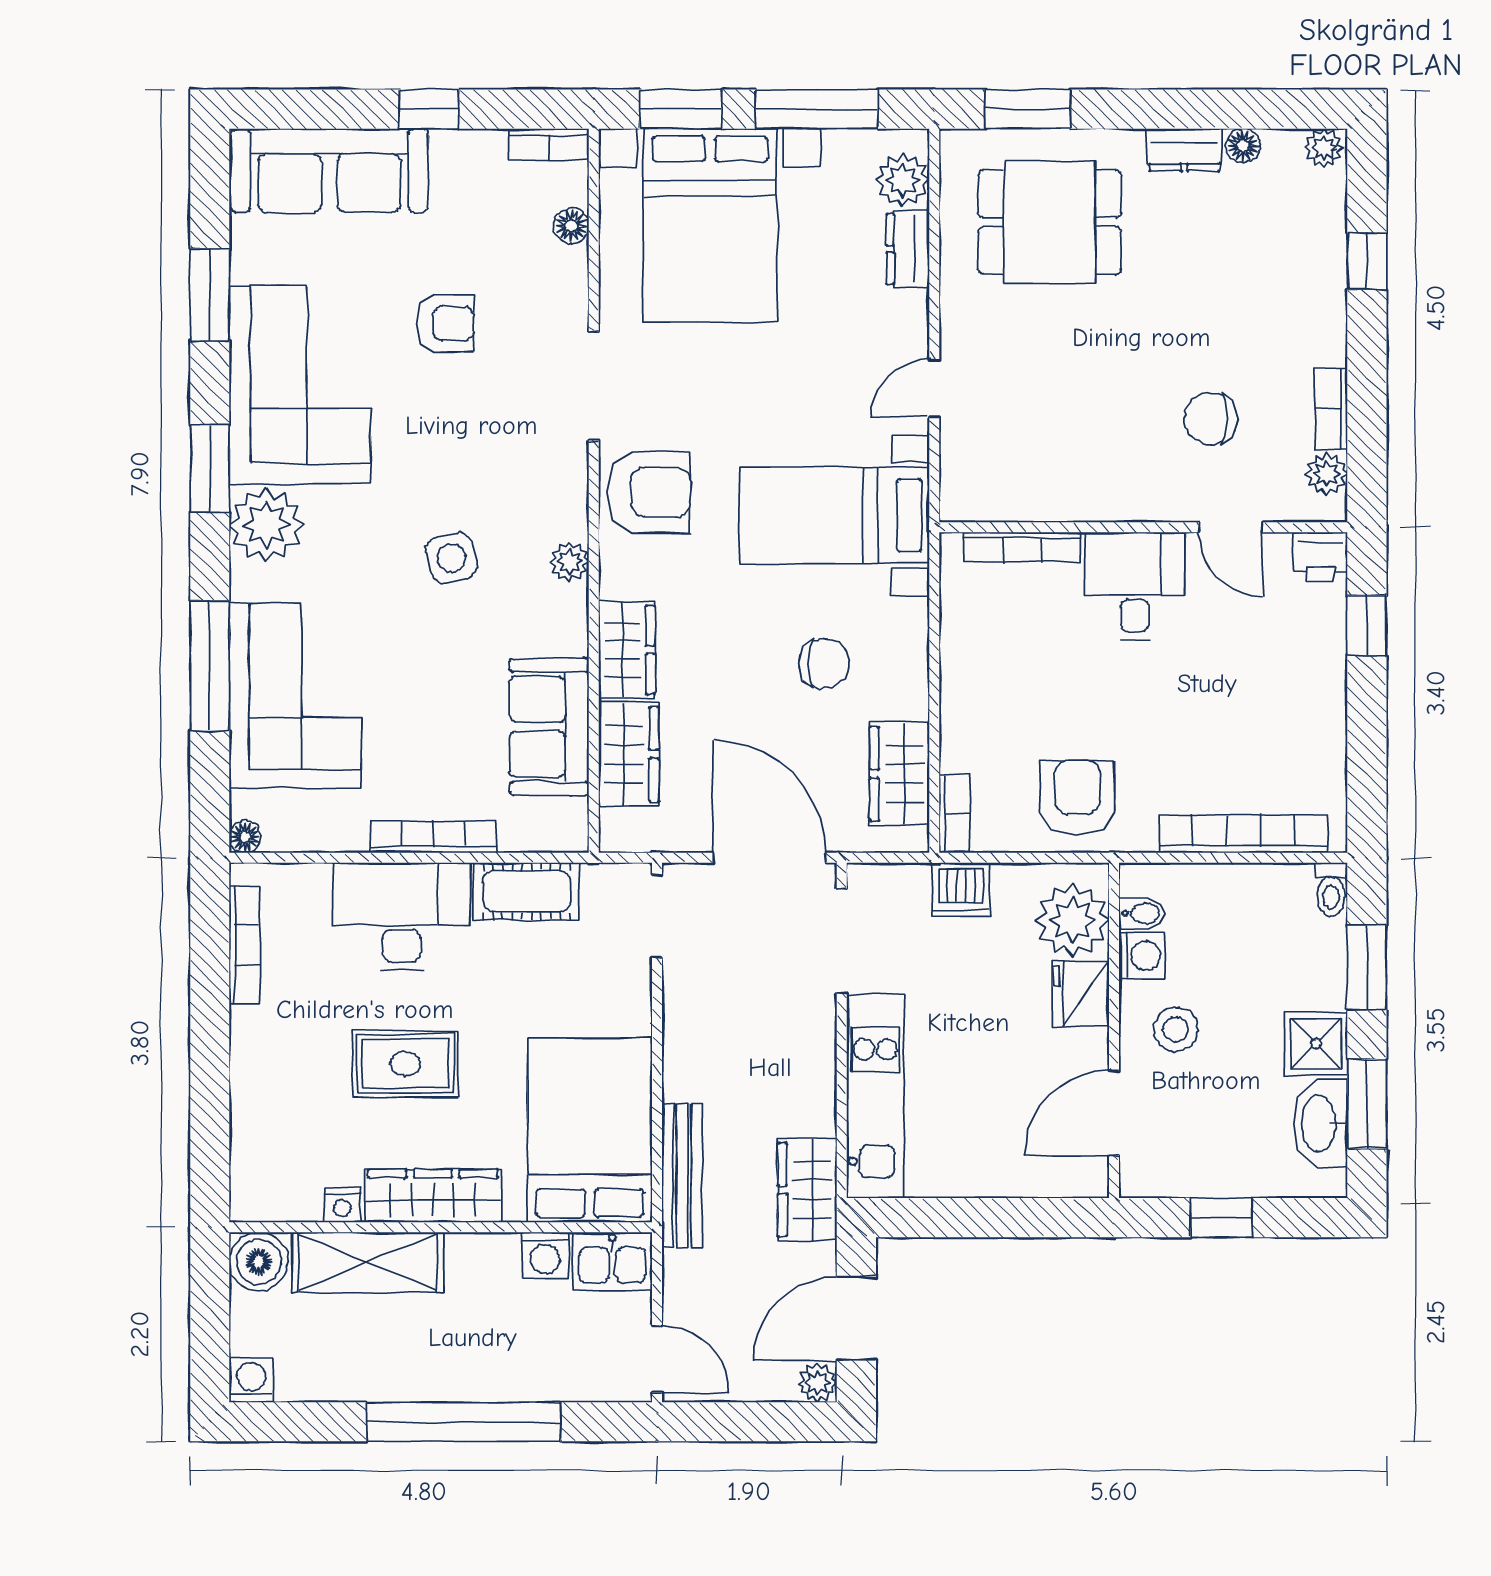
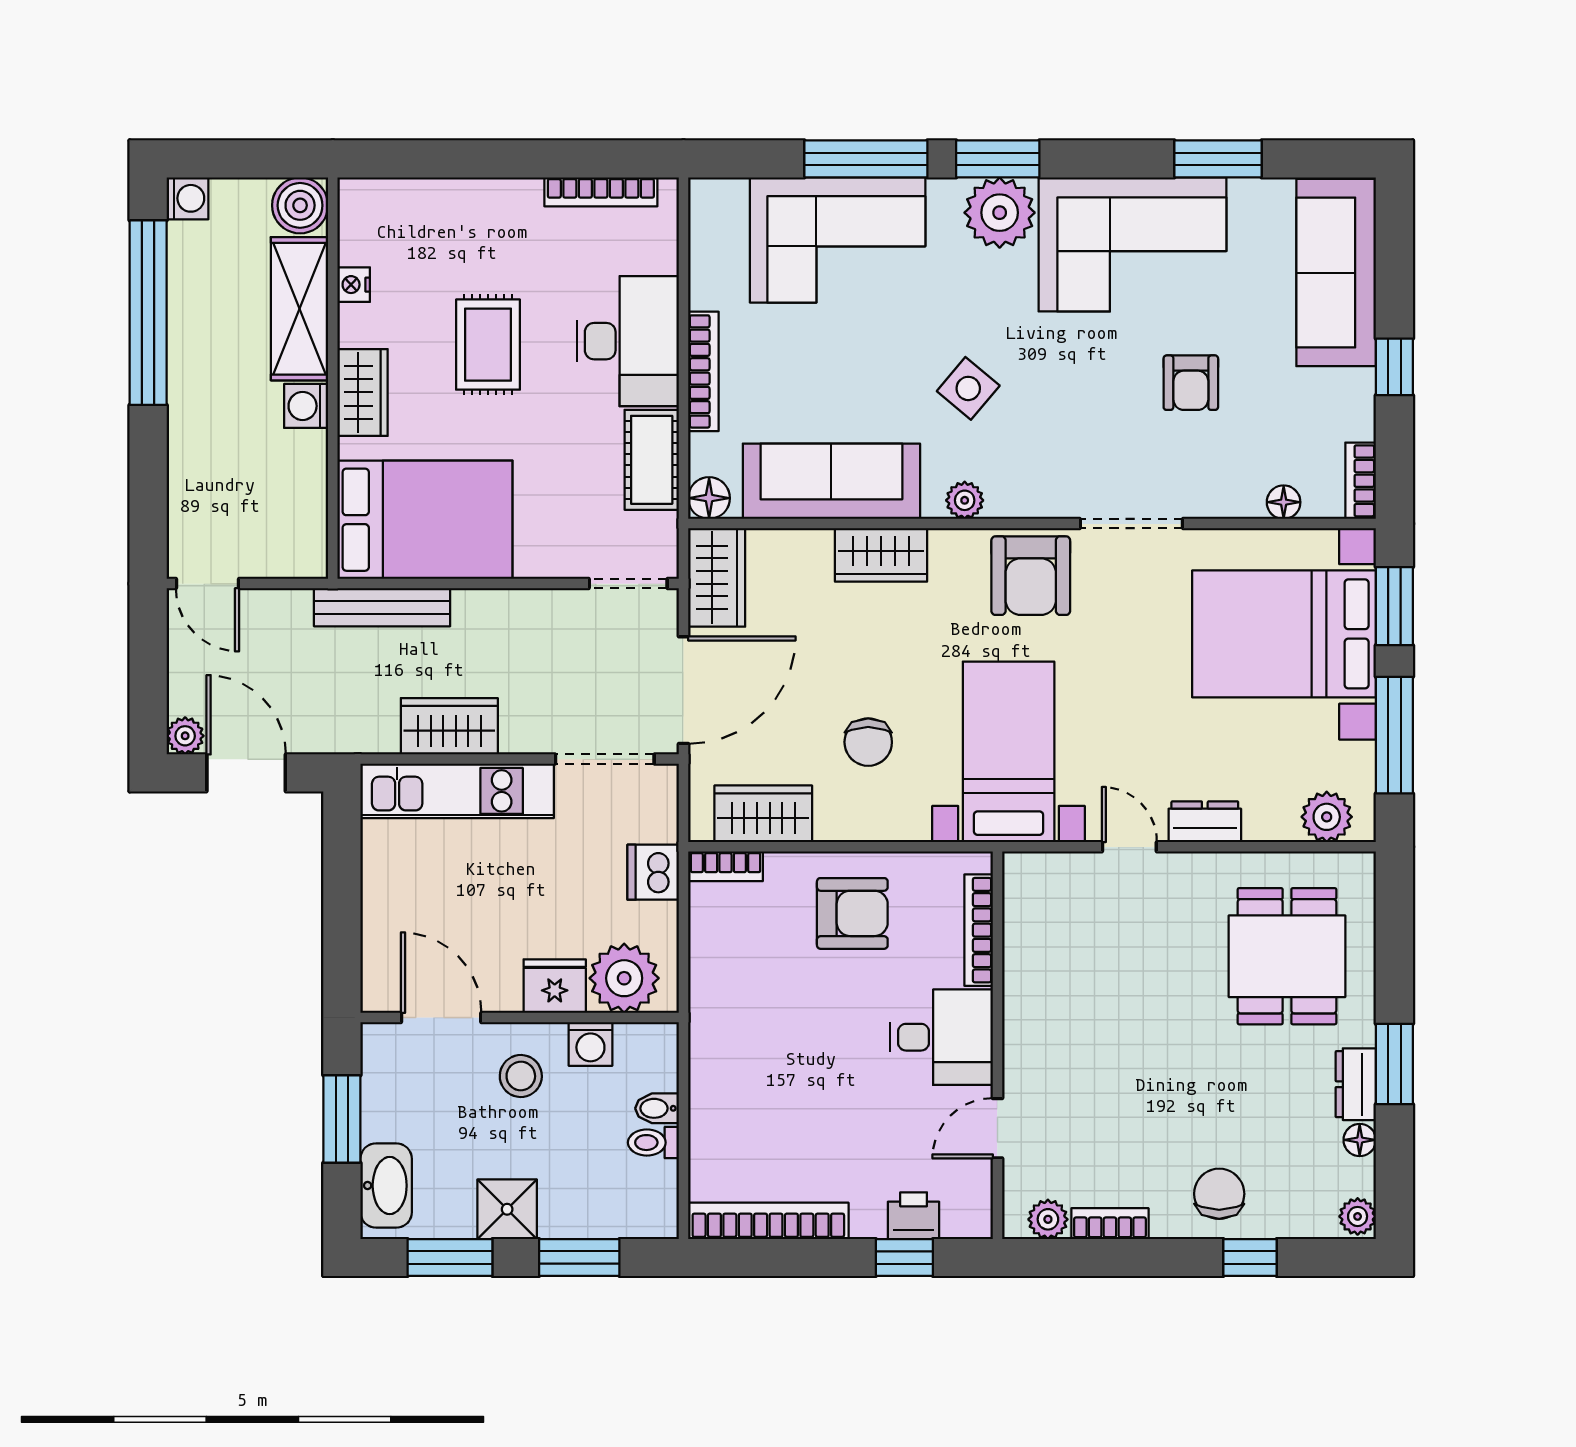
window: (1028, 109) -> (1394, 1064), moved
dresser: (908, 249) -> (1205, 822), moved
chair: (1211, 419) -> (1219, 1194), moved
window: (210, 469) -> (998, 159), moved
printer: (1320, 557) -> (914, 1216), moved, turned 90
side table: (451, 558) -> (968, 388), turned -38
sofa: (549, 727) -> (831, 481), width x1.36
wardrobe: (629, 754) -> (717, 577), moved, turned -90
armchair: (1077, 798) -> (852, 913), moved
bookcase: (1243, 834) -> (768, 1221), moved, turned -90
floor lamp: (245, 837) -> (709, 498), moved, width x1.37, depth x1.37
toilet: (1331, 890) -> (653, 1143), moved
bidet: (1142, 913) -> (657, 1108), moved, turned 90
washbasin: (1320, 1123) -> (386, 1186), moved, turned 90
wardrobe: (807, 1190) -> (449, 726), moved
wardrobe: (433, 1196) -> (363, 392), width x0.67
window: (1221, 1218) -> (342, 1119), width x1.50
washing machine: (545, 1255) -> (306, 406), moved
kitchen sink: (612, 1261) -> (301, 541), removed
door: (657, 1359) -> (207, 584), hinge flipped
window: (464, 1422) -> (148, 313), moved

